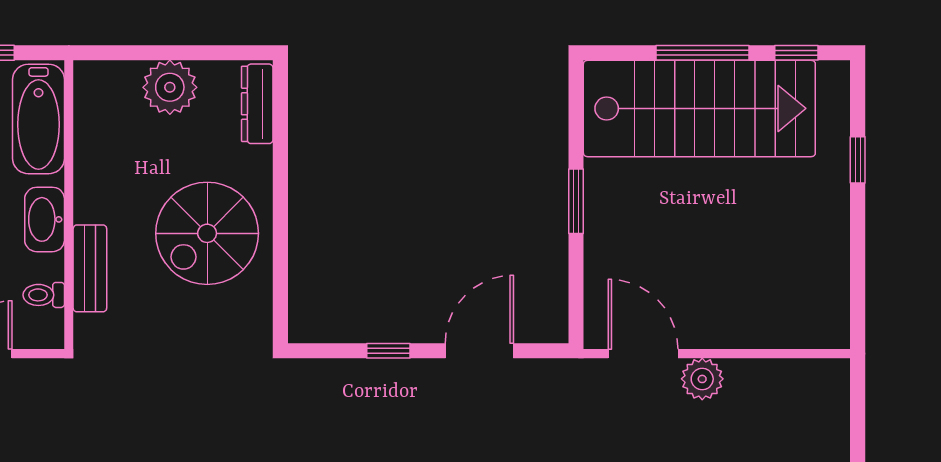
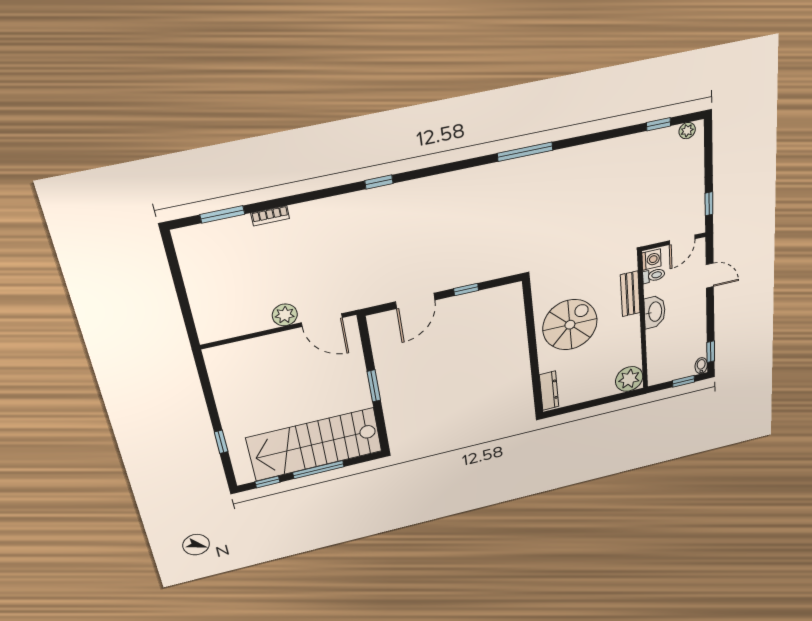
plant: (170, 87) -> (629, 379), moved
bathtub: (38, 119) -> (659, 357), removed
washing machine: (47, 328) -> (651, 260), added

